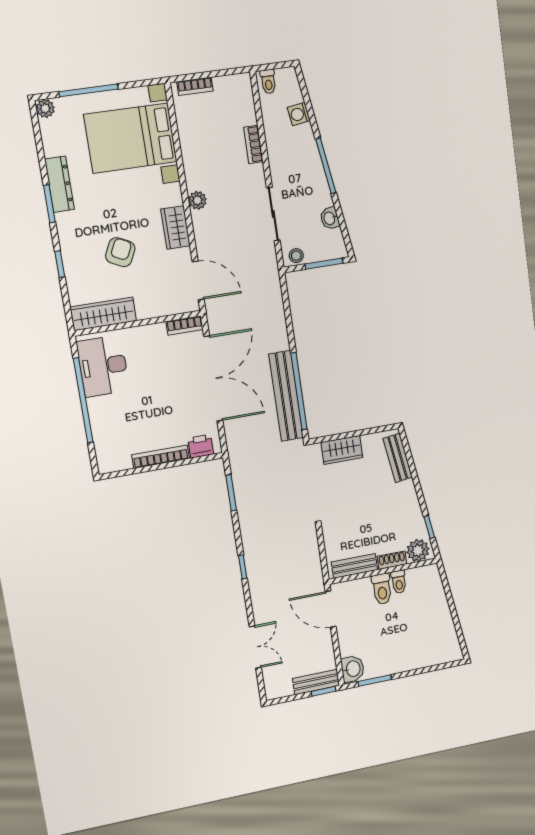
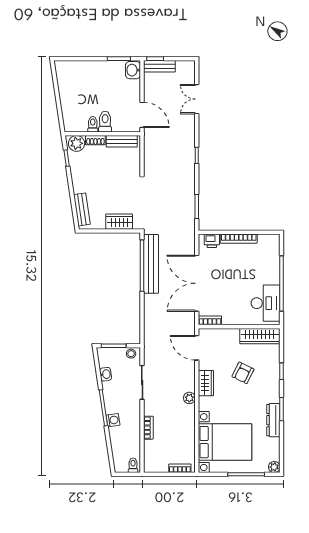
washing machine: (299, 114) -> (113, 420), moved

